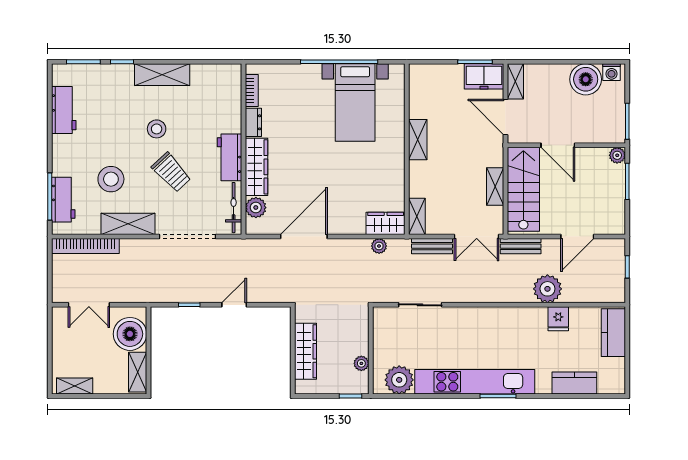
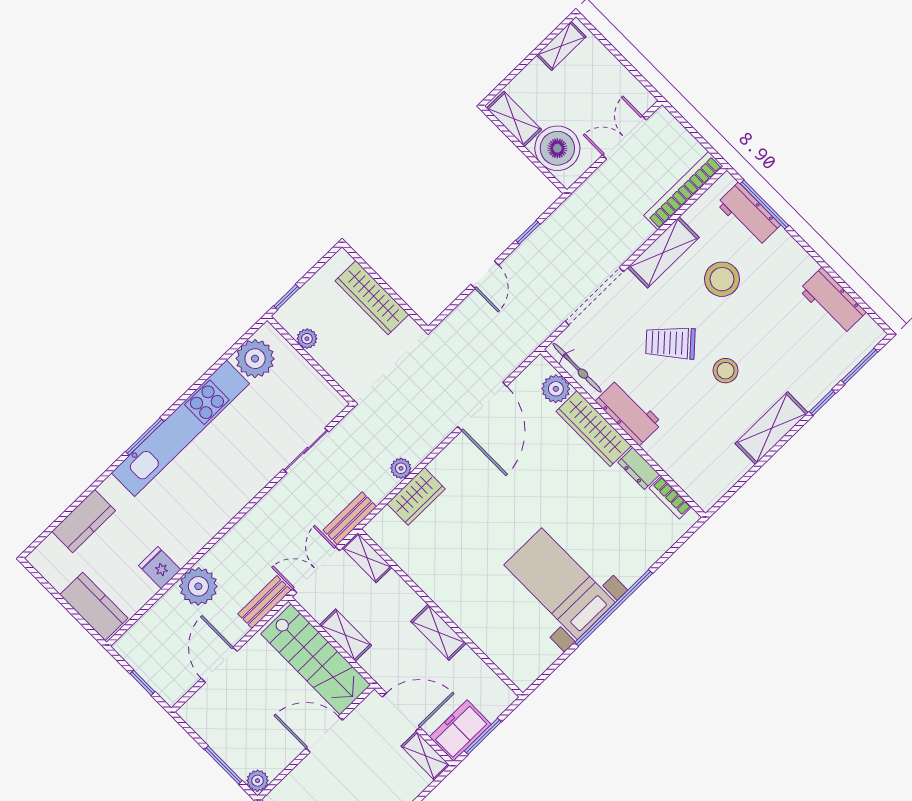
shelving: (418, 140) -> (438, 632), moved
wall: (407, 149) -> (440, 613), moved
shelving: (417, 216) -> (367, 558), moved

